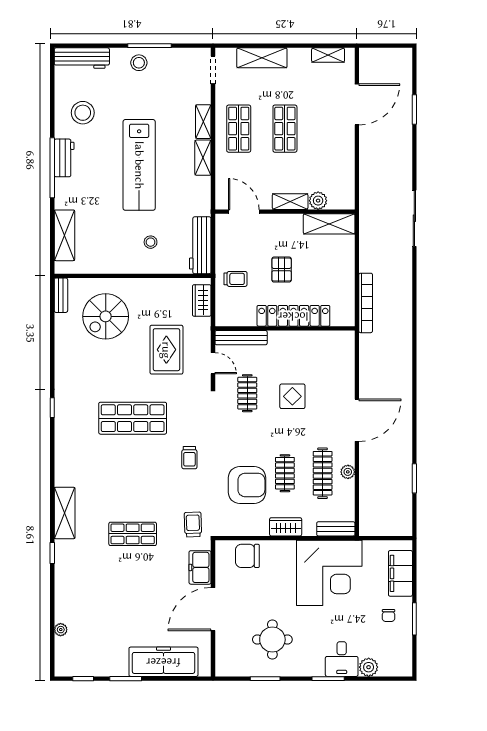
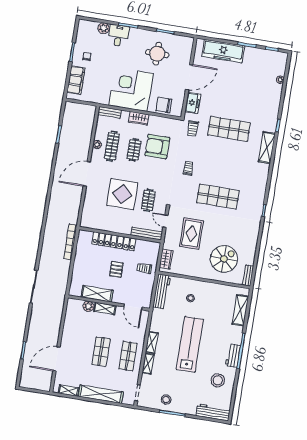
shelving: (262, 58) -> (101, 394), width x1.47
stool: (139, 63) -> (166, 400), moved
shelving: (329, 224) -> (97, 294), moved
display table: (292, 396) -> (122, 194), width x1.86, depth x1.86
shop shelf: (133, 534) -> (229, 129), width x1.43, depth x1.36
chair: (247, 556) -> (164, 105), turned 180
corner desk: (329, 573) -> (131, 89), moved

